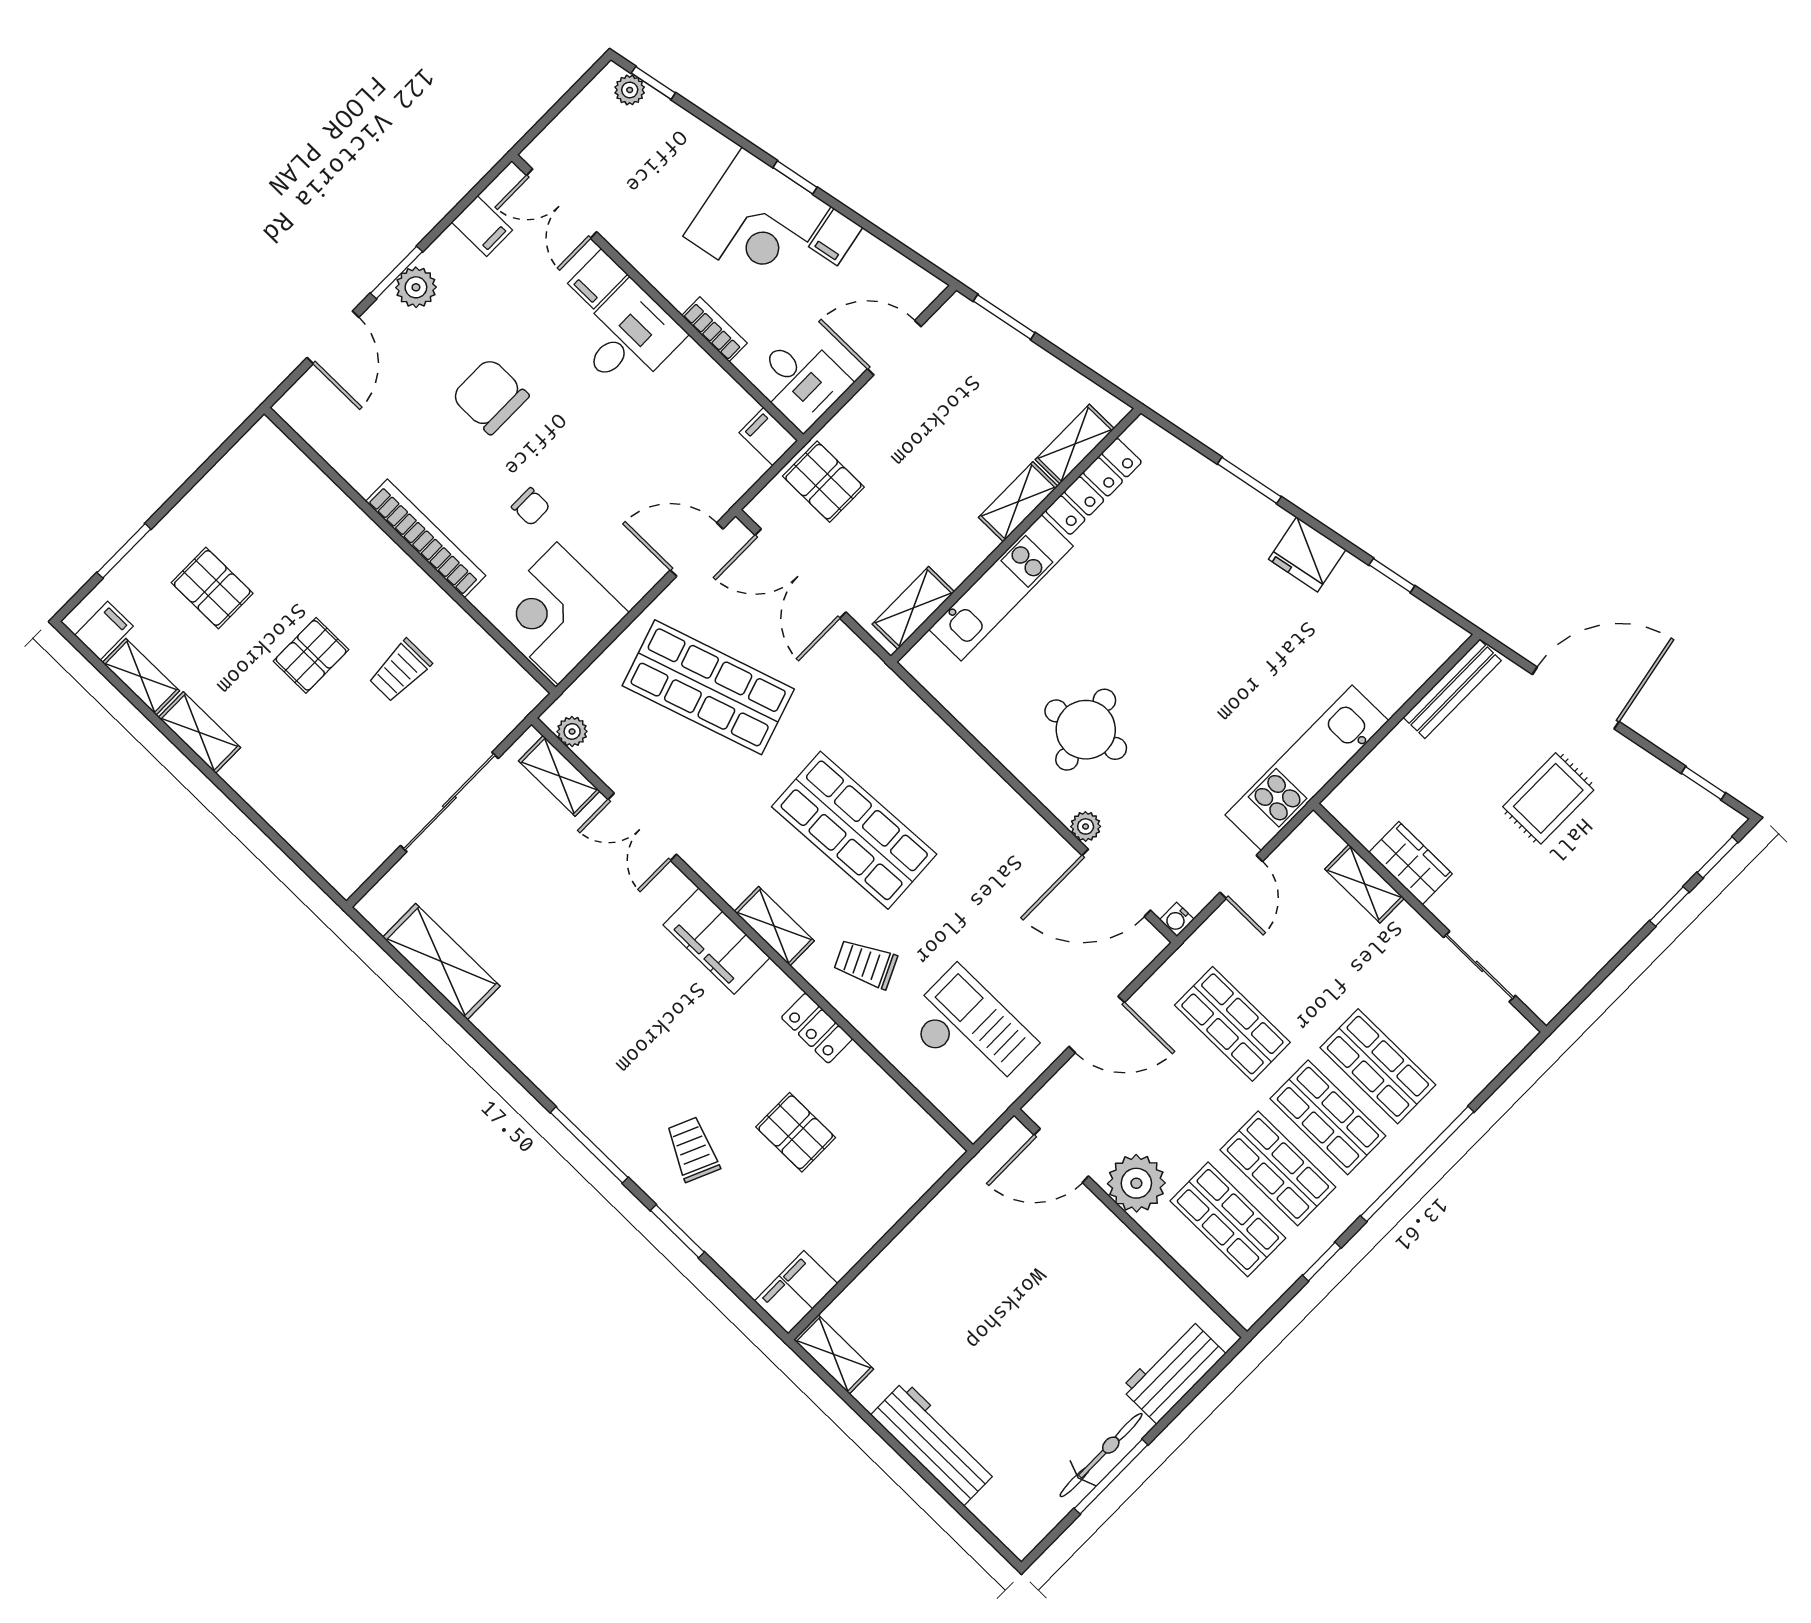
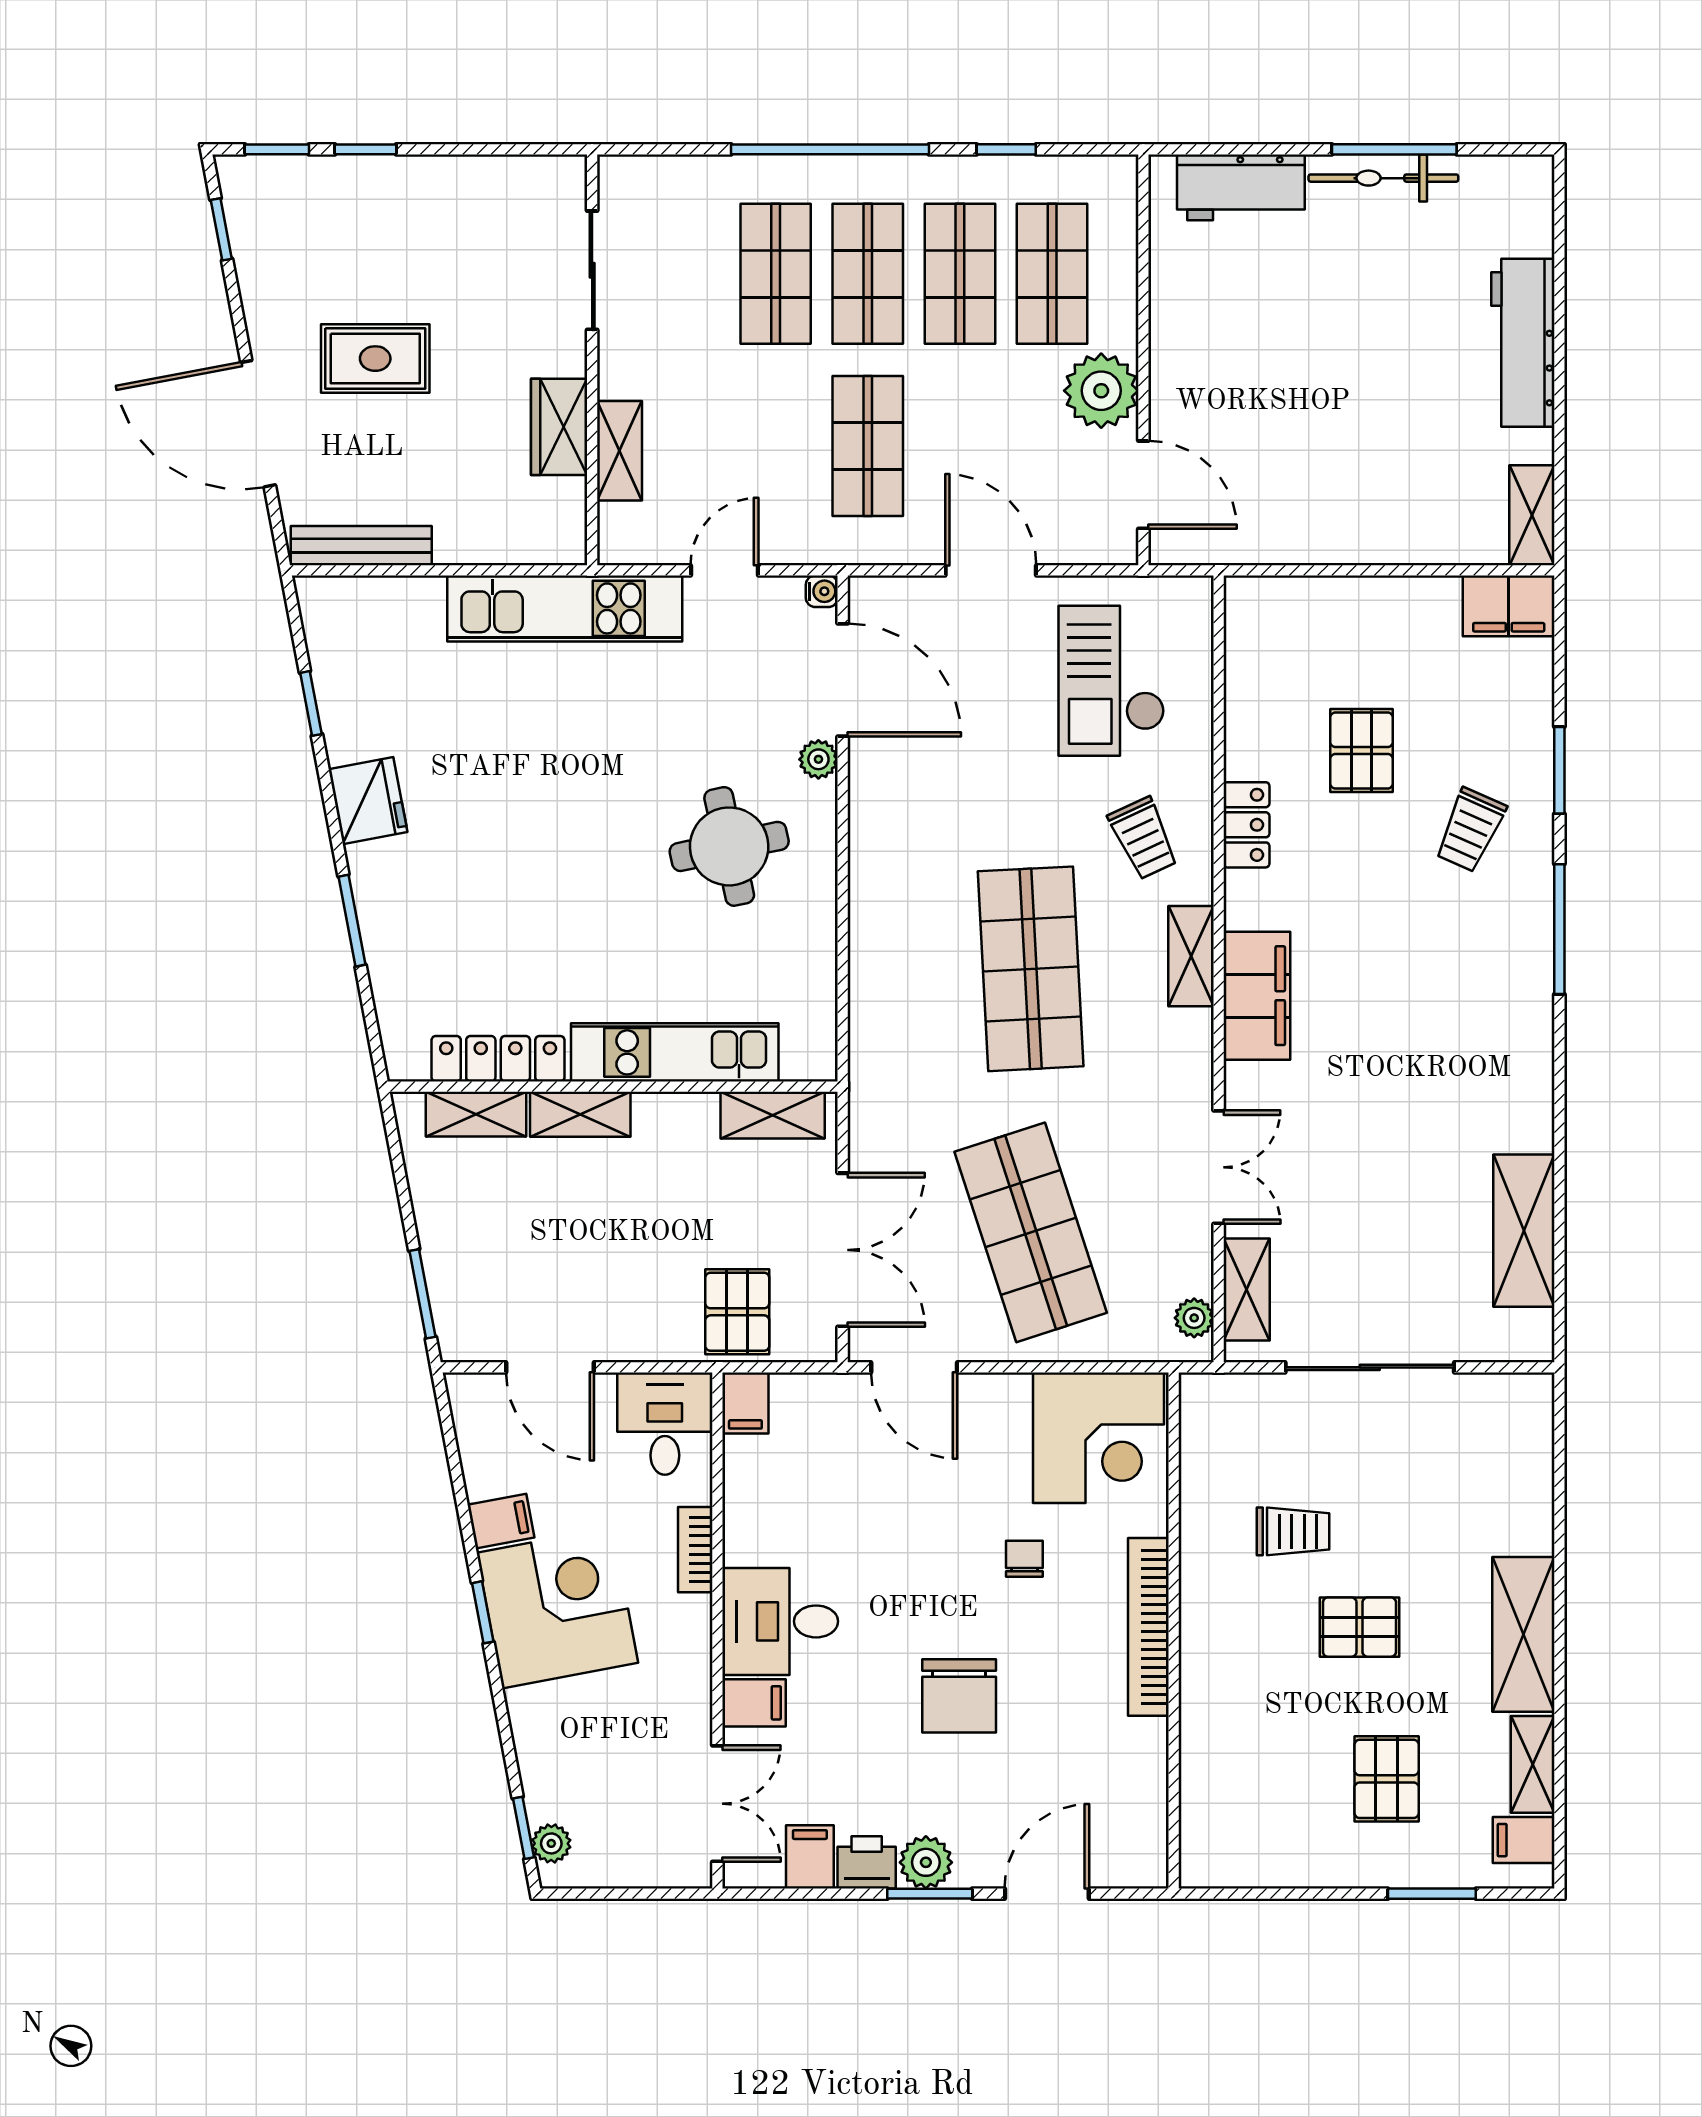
printer: (448, 255) -> (867, 1862), added
shelving: (199, 732) -> (1523, 1634), width x1.50, depth x1.33

